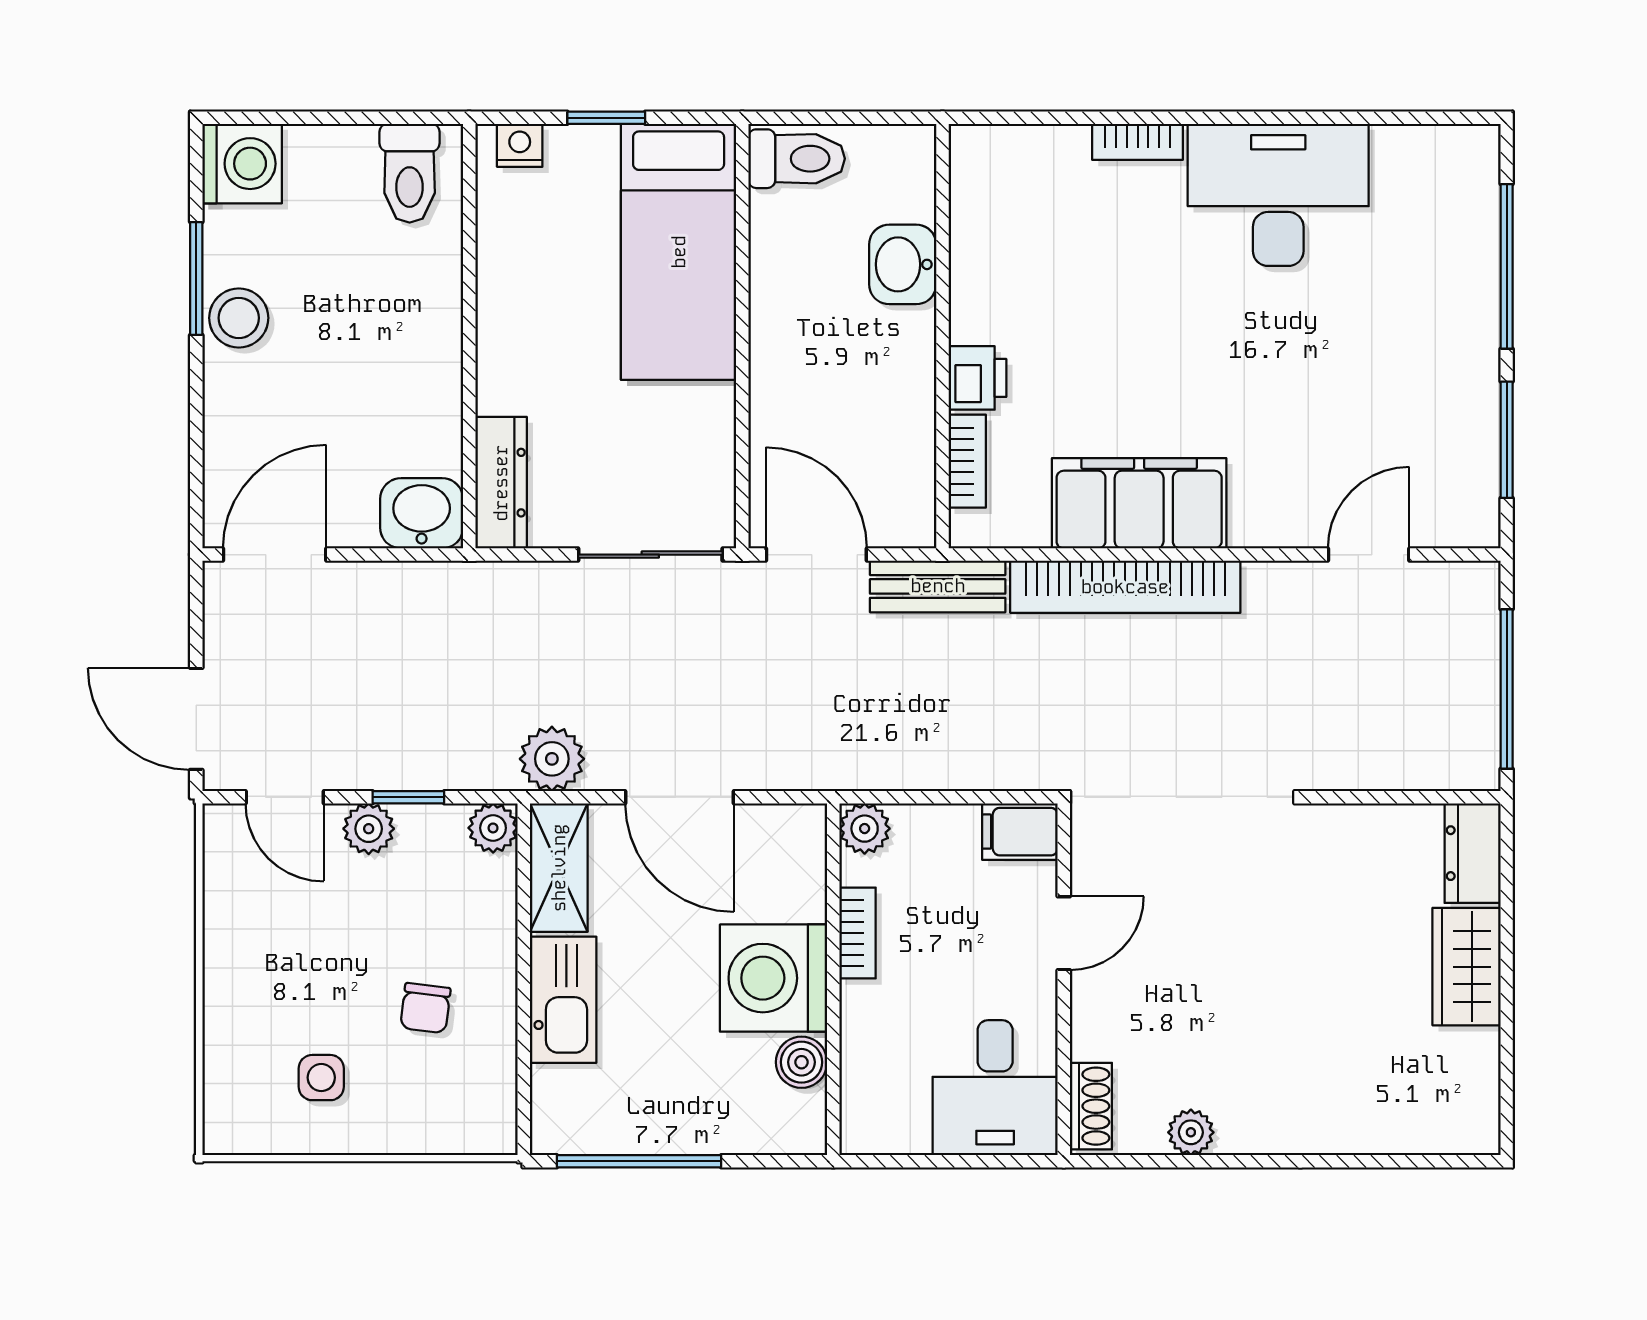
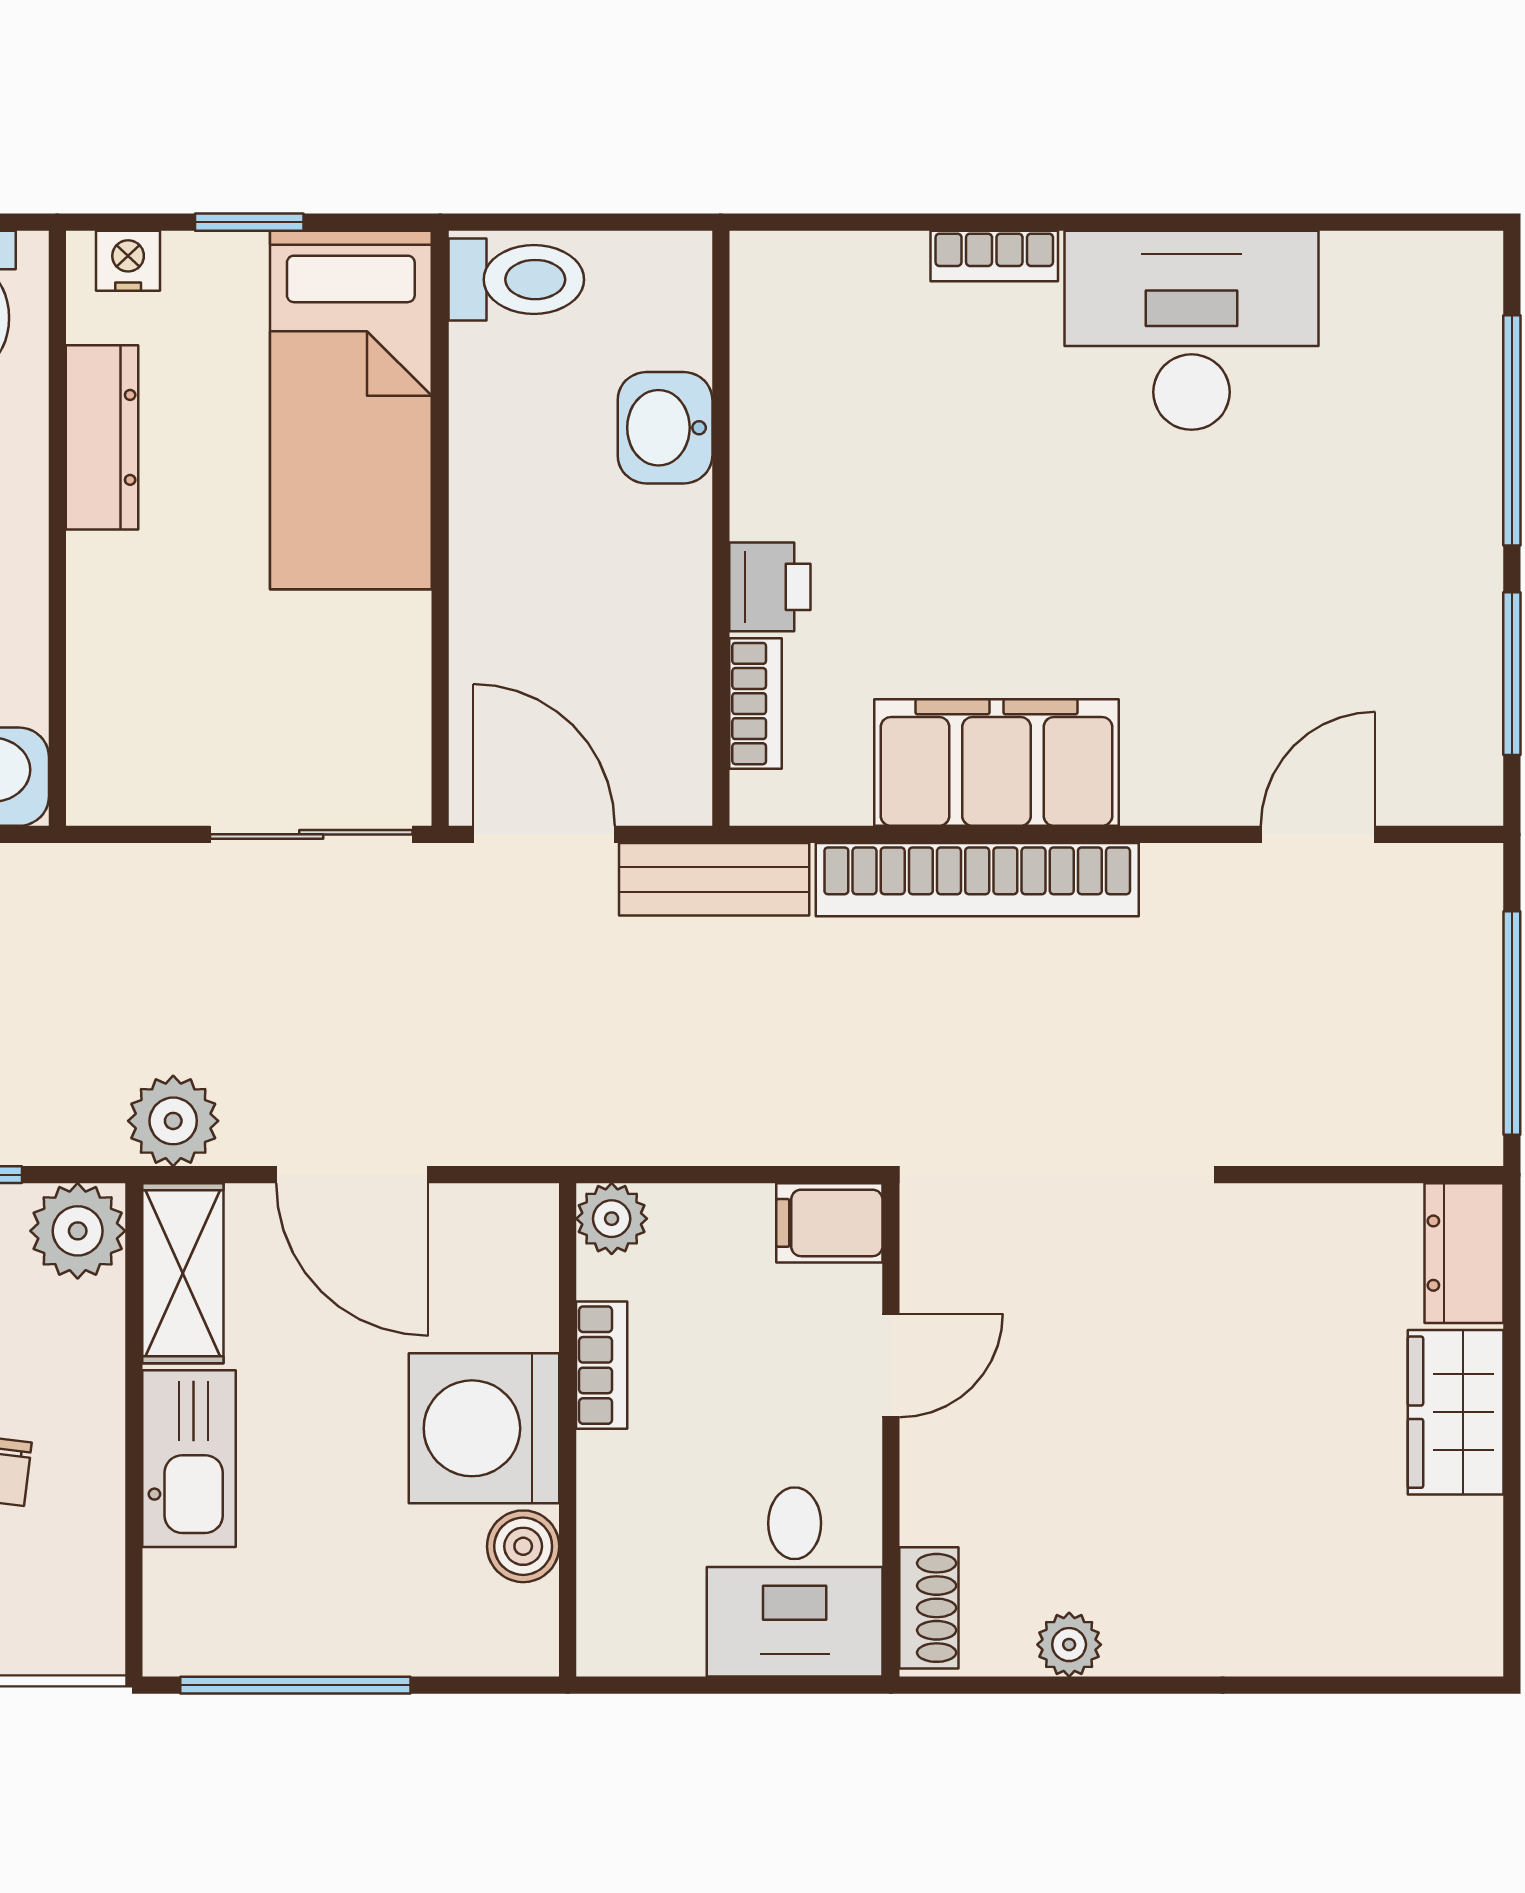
dresser: (501, 483) -> (102, 437), moved
plant: (493, 828) -> (78, 1231), width x1.38, depth x1.38

